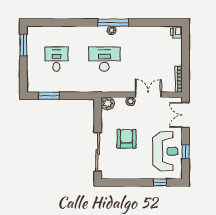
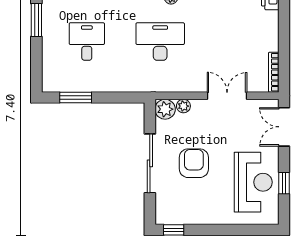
plant: (130, 101) -> (183, 106), moved
sliding door: (98, 152) -> (150, 163), moved
window: (160, 182) -> (174, 230), moved

